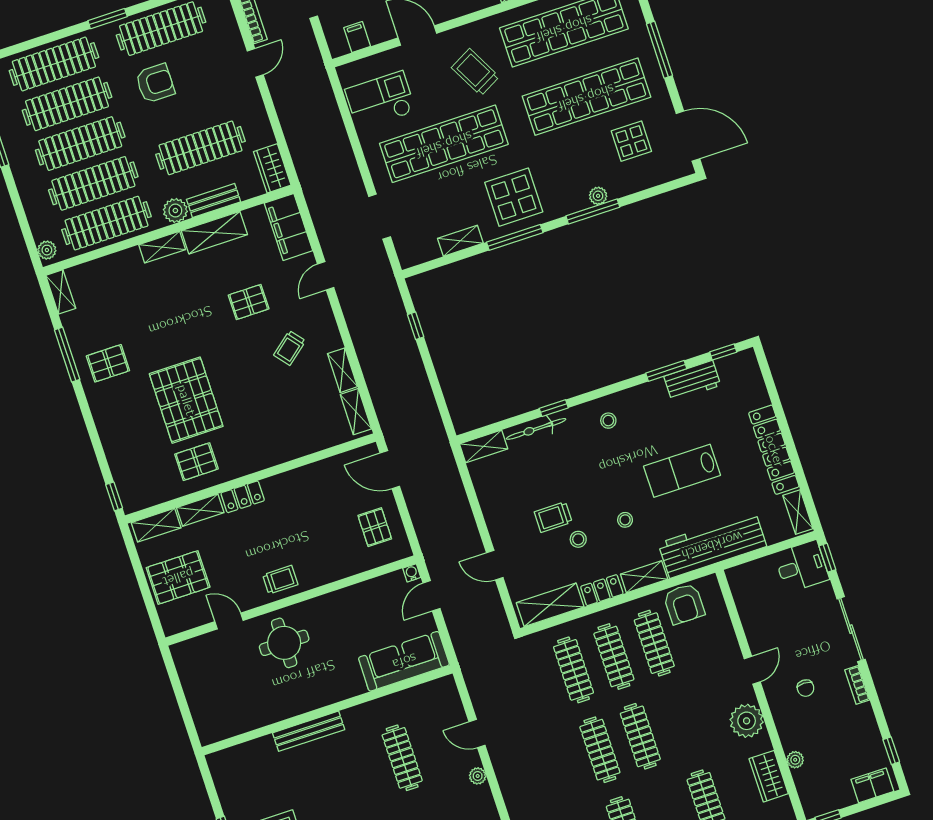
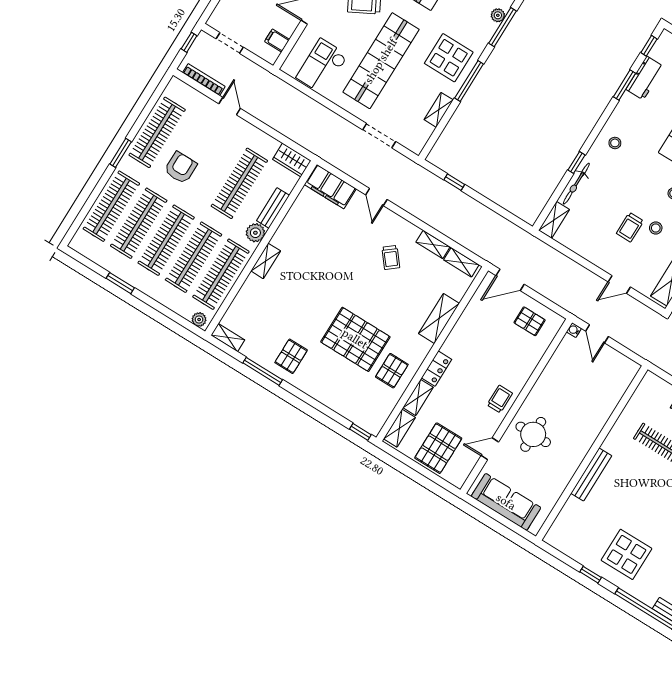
shelving: (214, 233) -> (439, 318), moved
pallet: (249, 302) -> (344, 251), removed
sofa: (404, 661) -> (506, 502), moved, turned 90

